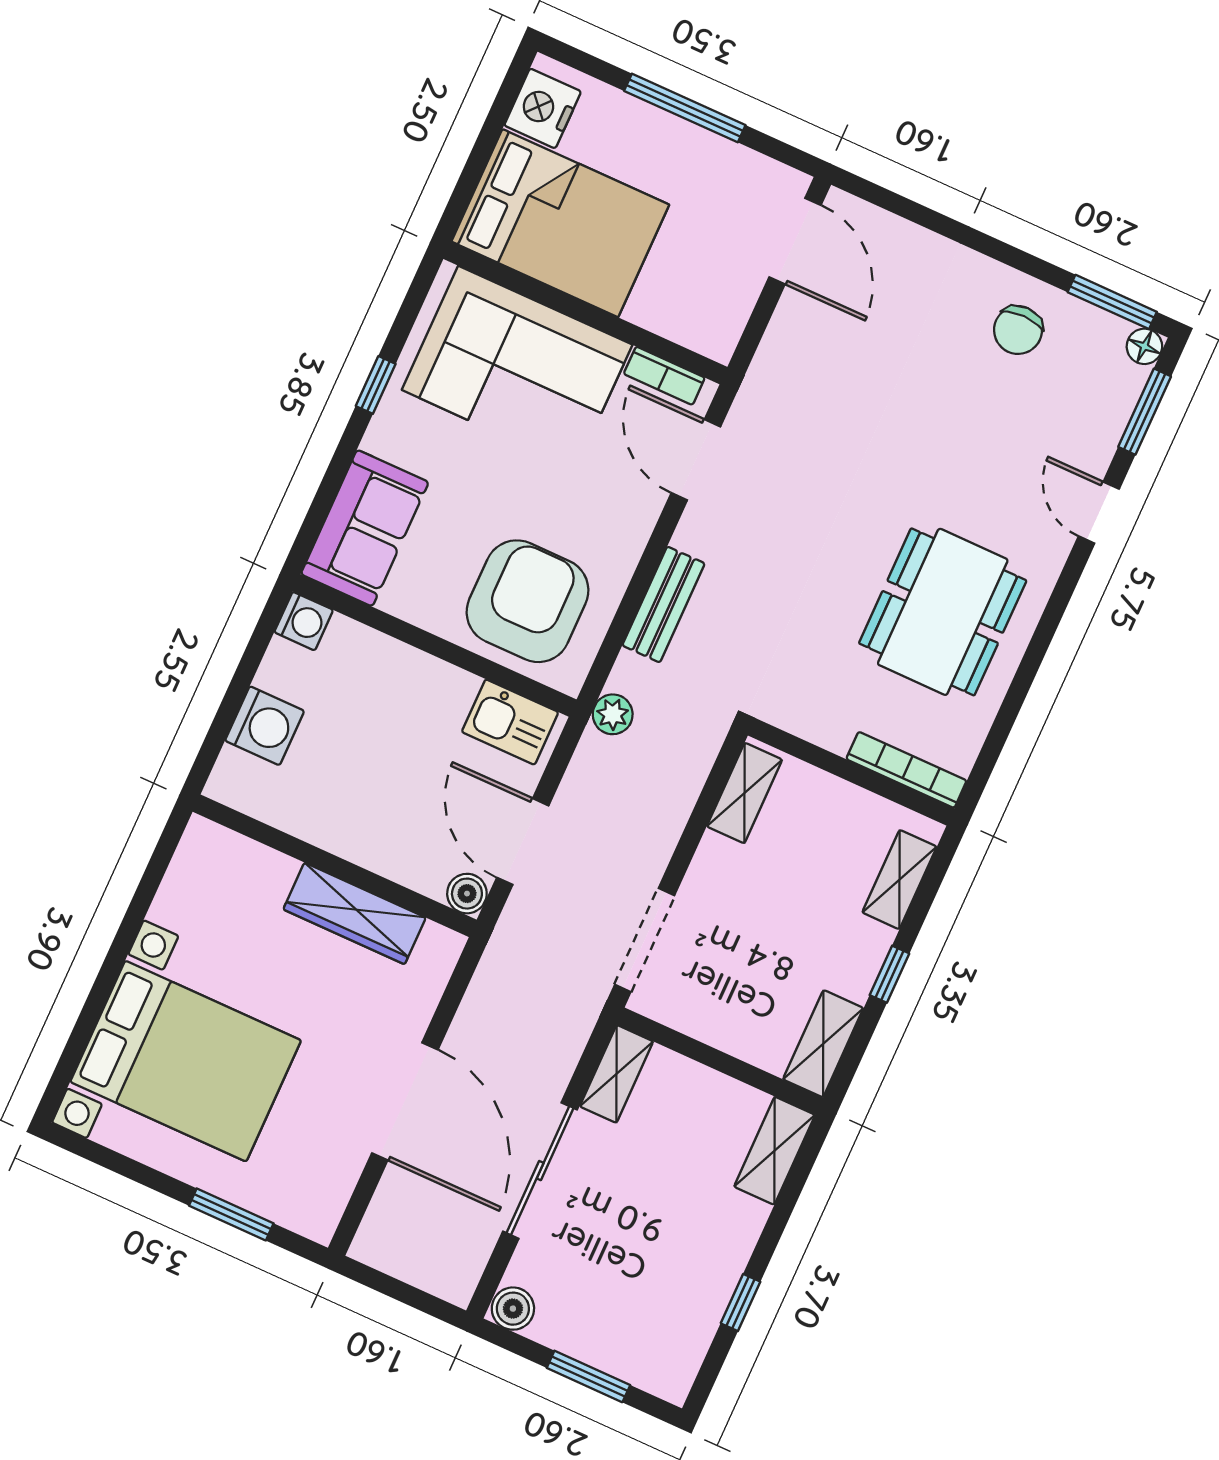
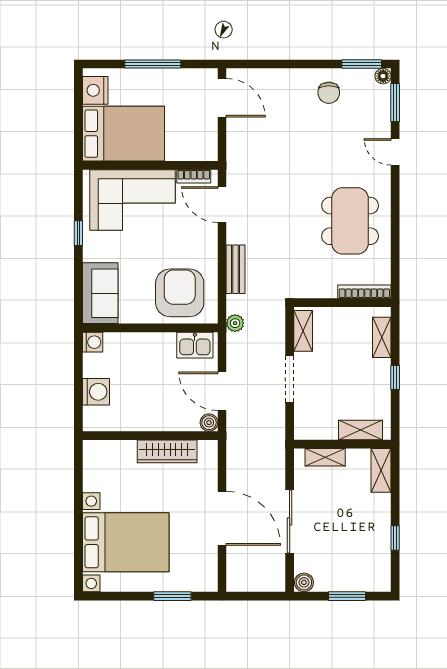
doorway: (645, 940) -> (290, 379), moved
shelving: (823, 1044) -> (360, 430), moved, turned 90
shelving: (616, 1074) -> (325, 457), moved, turned 90

